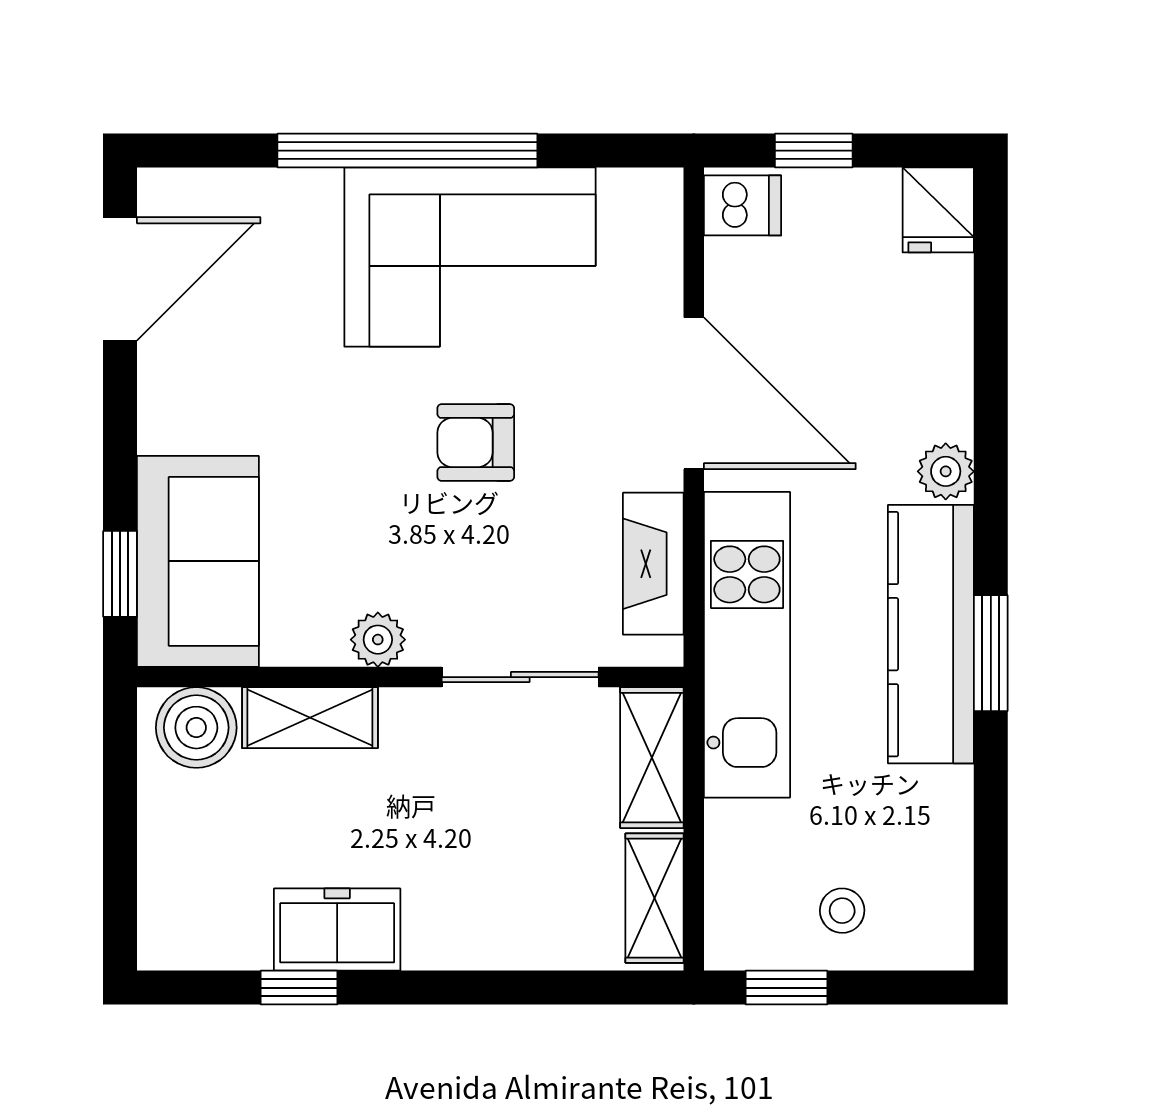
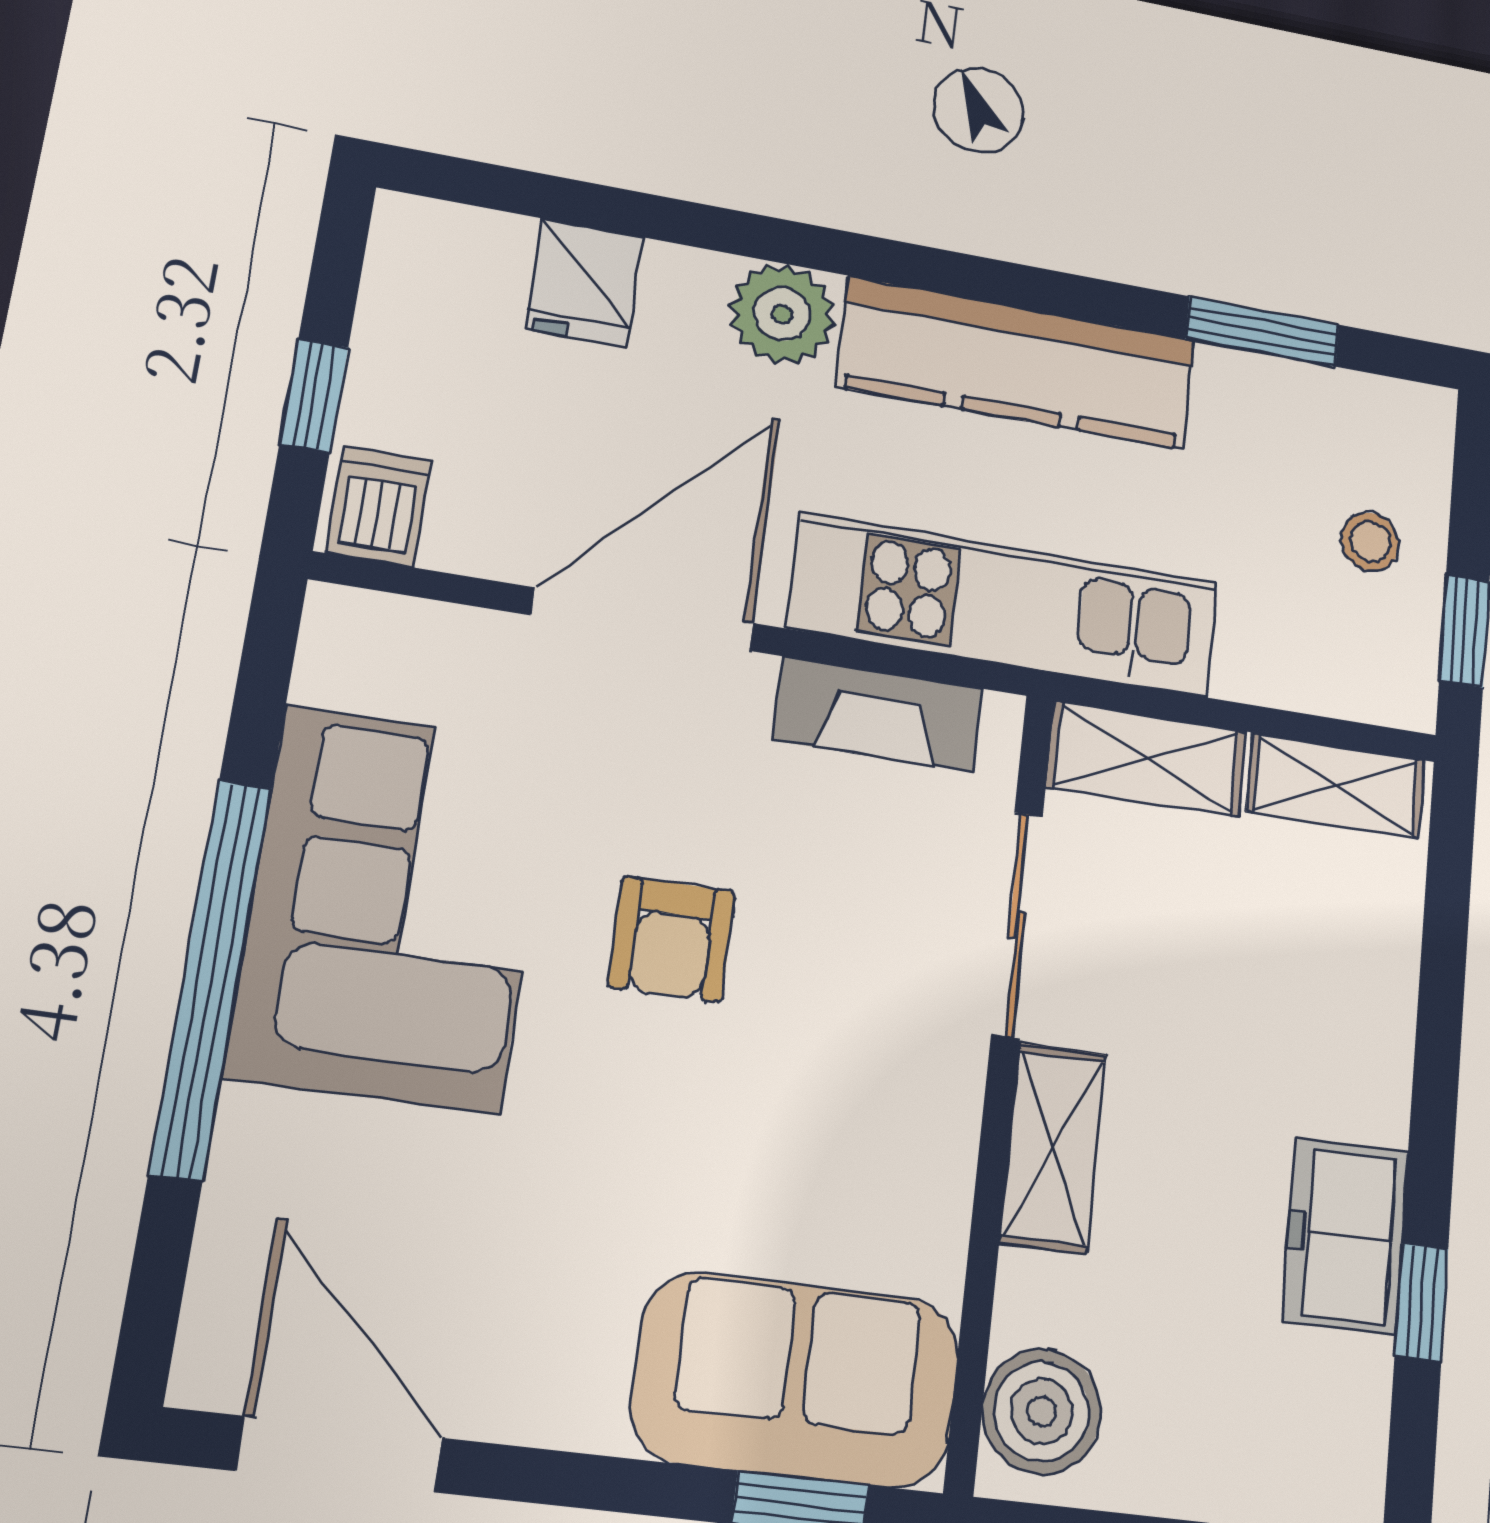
fridge: (938, 210) -> (584, 283), moved, turned 90
plant: (946, 471) -> (782, 314), width x1.38, depth x1.38
plant: (378, 640) -> (942, 1122), removed
window: (991, 653) -> (1263, 332), moved
shelving: (310, 718) -> (1053, 1148), moved

